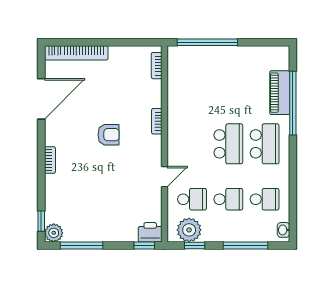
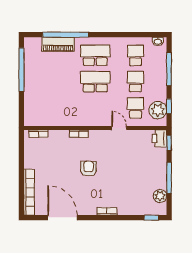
window: (207, 42) -> (21, 70), moved
plant: (54, 233) -> (160, 196), moved
window: (81, 245) -> (169, 178), moved

